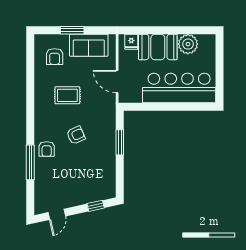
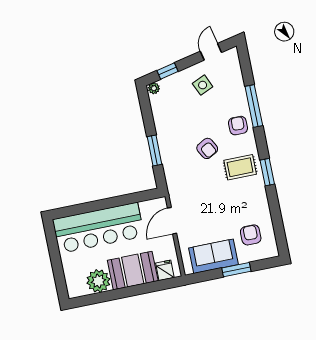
door: (117, 82) -> (172, 221), swing flipped
rug: (67, 95) -> (240, 167), moved
window: (30, 106) -> (267, 172), added
armchair: (76, 135) -> (207, 148), turned -95
side table: (69, 188) -> (203, 85), added
plant: (110, 194) -> (154, 88), added

